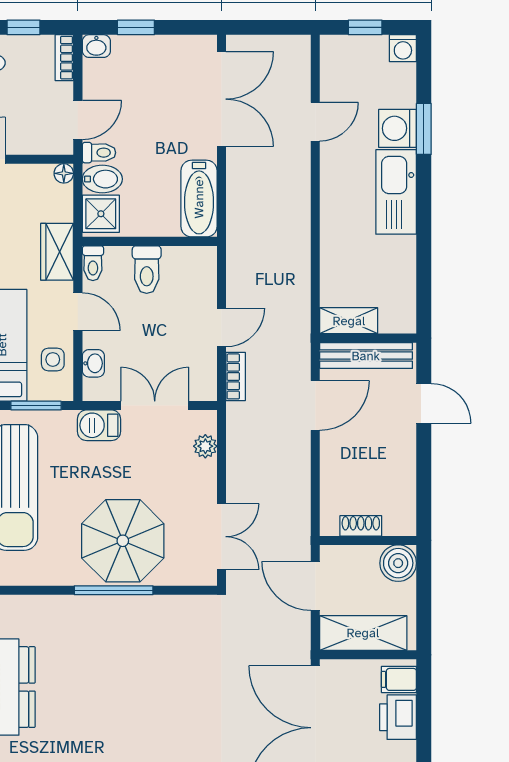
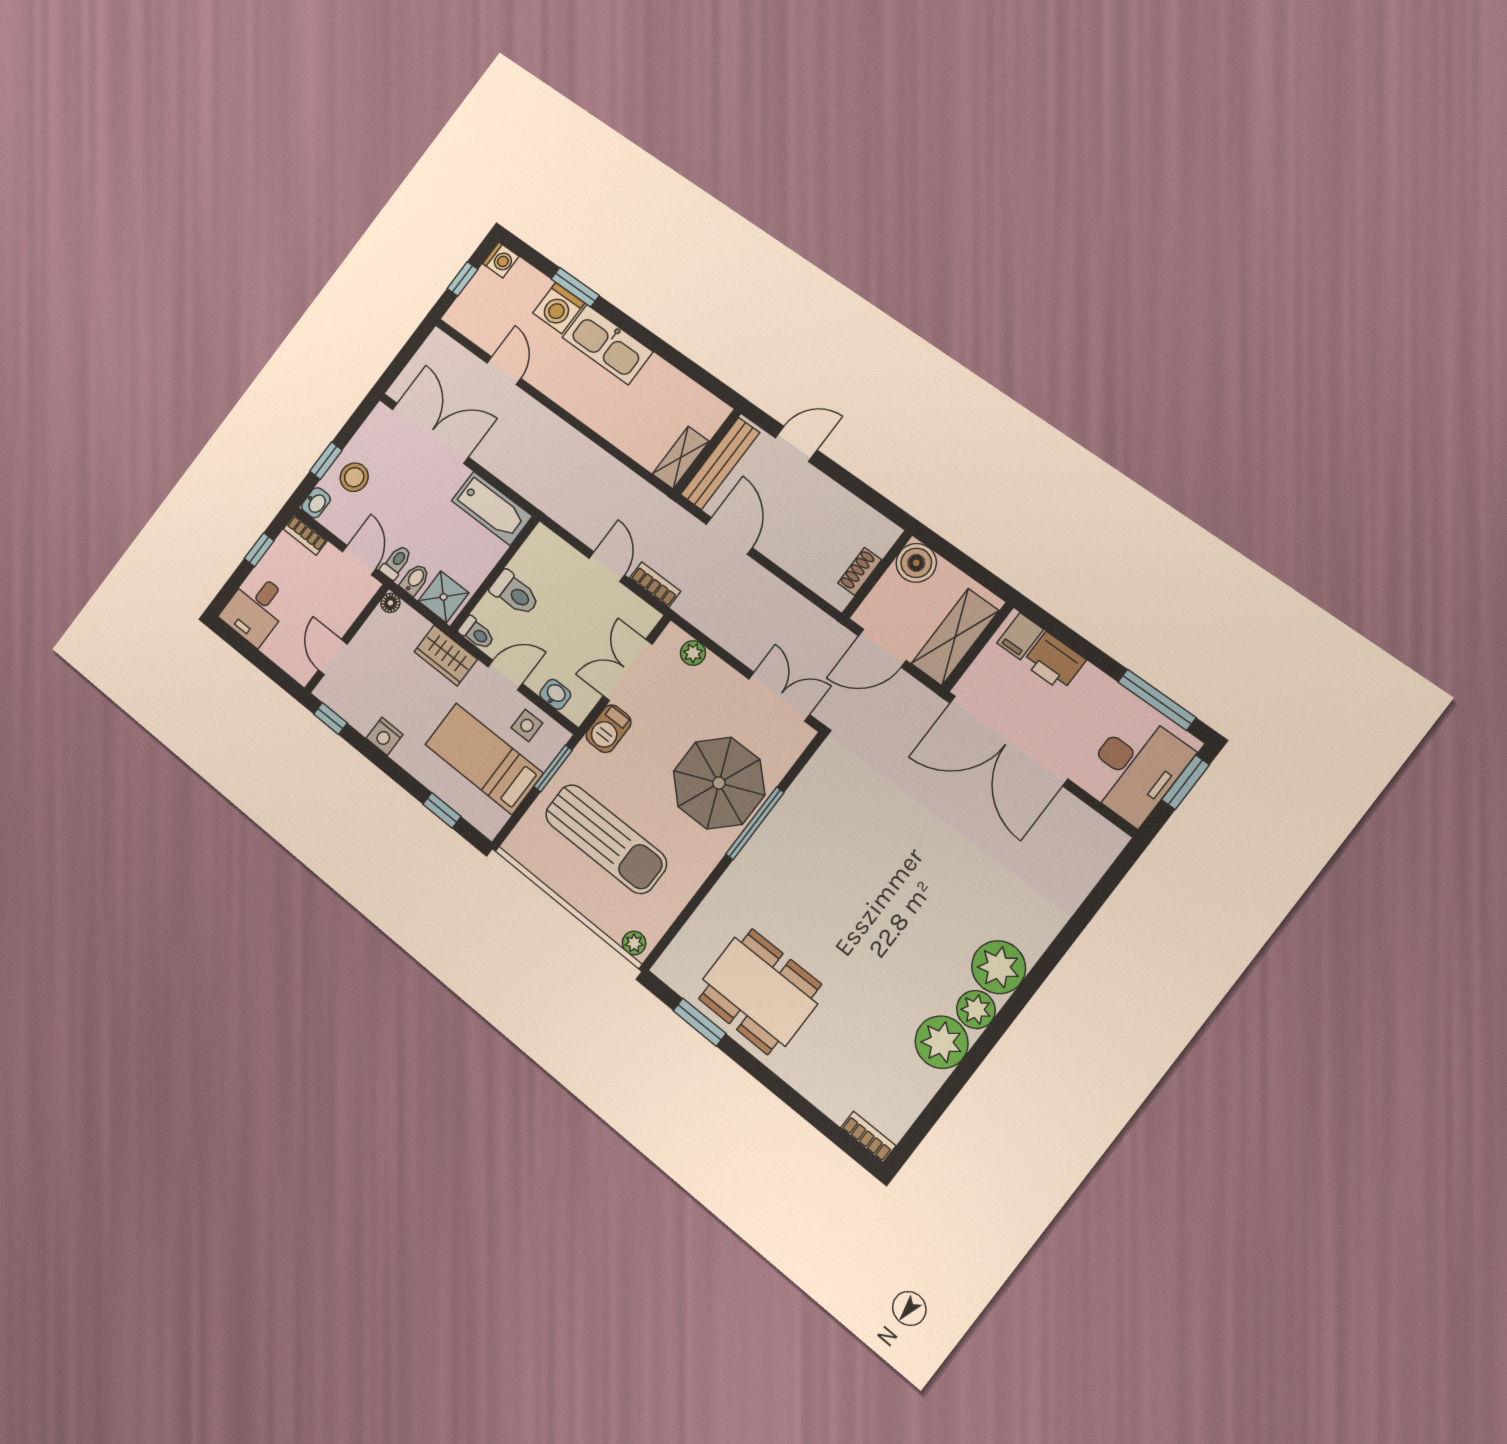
stool: (140, 63) -> (354, 477), added
bidet: (102, 179) -> (415, 579), width x0.72, depth x0.74

